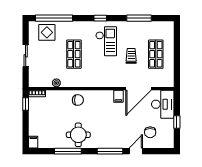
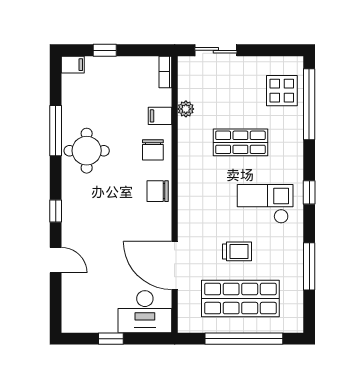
checkout: (106, 41) -> (265, 204), turned 180
window: (177, 52) -> (244, 339), added
shop shelf: (156, 54) -> (240, 299), width x1.43, depth x1.36
sliding door: (26, 56) -> (216, 50), moved
filing cabinet: (118, 96) -> (160, 116), moved
window: (26, 104) -> (105, 50), moved
chair: (150, 132) -> (158, 191), moved
window: (110, 151) -> (56, 211), width x0.46

